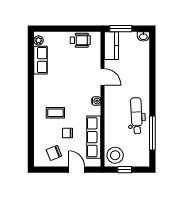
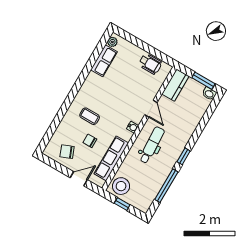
window: (121, 29) -> (203, 81), moved
window: (152, 101) -> (184, 156), added
dental chair: (137, 116) -> (152, 145), moved
door: (77, 170) -> (79, 179), hinge flipped

